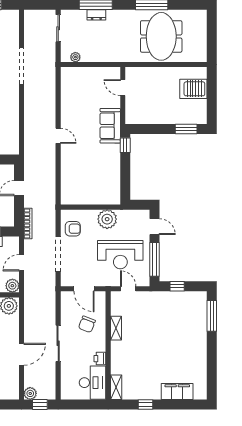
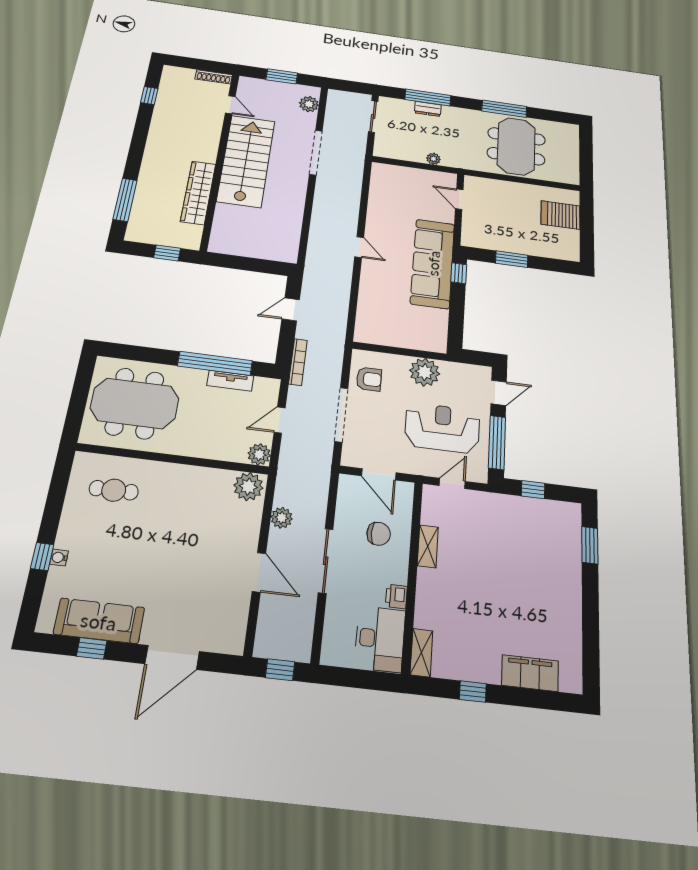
plant: (12, 26) -> (309, 104), added
plant: (75, 57) -> (433, 159), moved
sofa: (110, 126) -> (433, 263), width x1.85, depth x1.27
window: (186, 129) -> (512, 259), moved
door: (154, 227) -> (499, 393), hinge flipped
reception desk: (120, 255) -> (442, 428), turned 180
door: (128, 289) -> (452, 483), hinge flipped
window: (212, 316) -> (590, 545), width x0.69
chair: (87, 324) -> (379, 534), turned -111
door: (22, 354) -> (259, 572), hinge flipped
plant: (30, 393) -> (282, 518), moved

